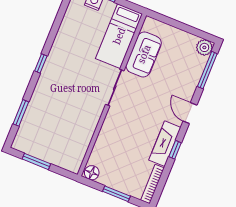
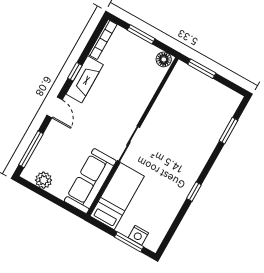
plant: (204, 47) -> (44, 180), moved
sofa: (144, 54) -> (90, 181), width x1.36
window: (41, 63) -> (194, 192), moved
window: (36, 161) -> (202, 69), moved

